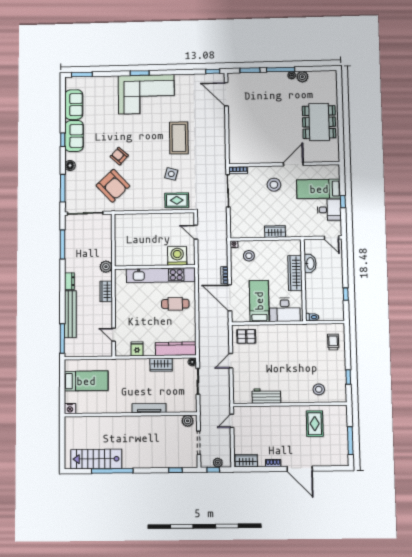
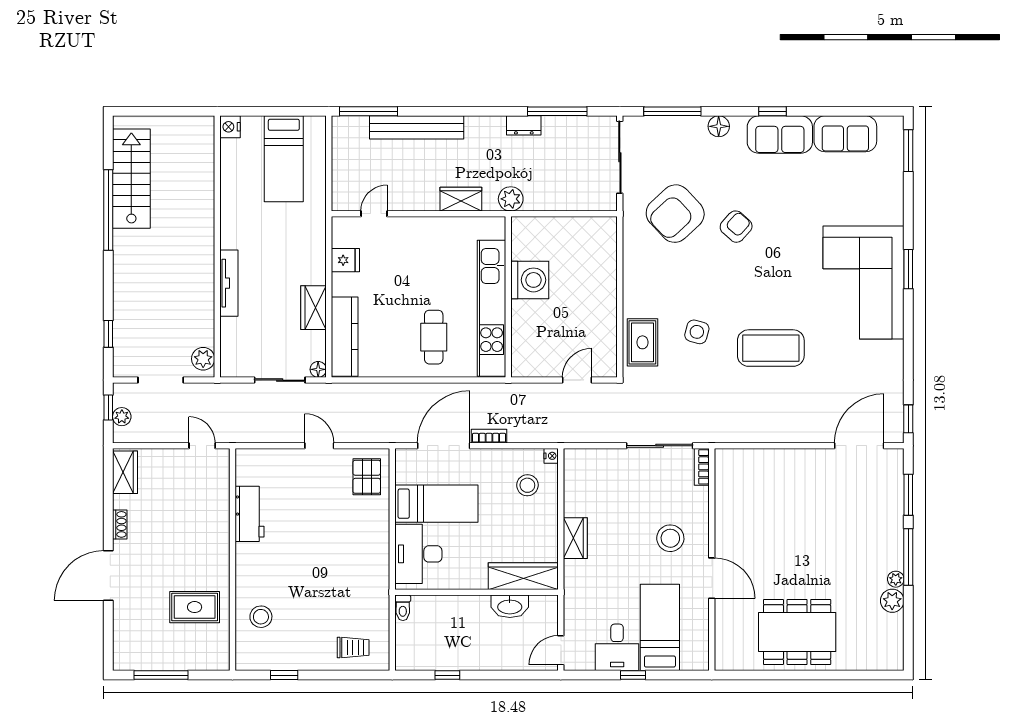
washing machine: (177, 256) -> (530, 280), moved
wardrobe: (295, 273) -> (523, 576), moved
dresser: (69, 281) -> (524, 125), moved

